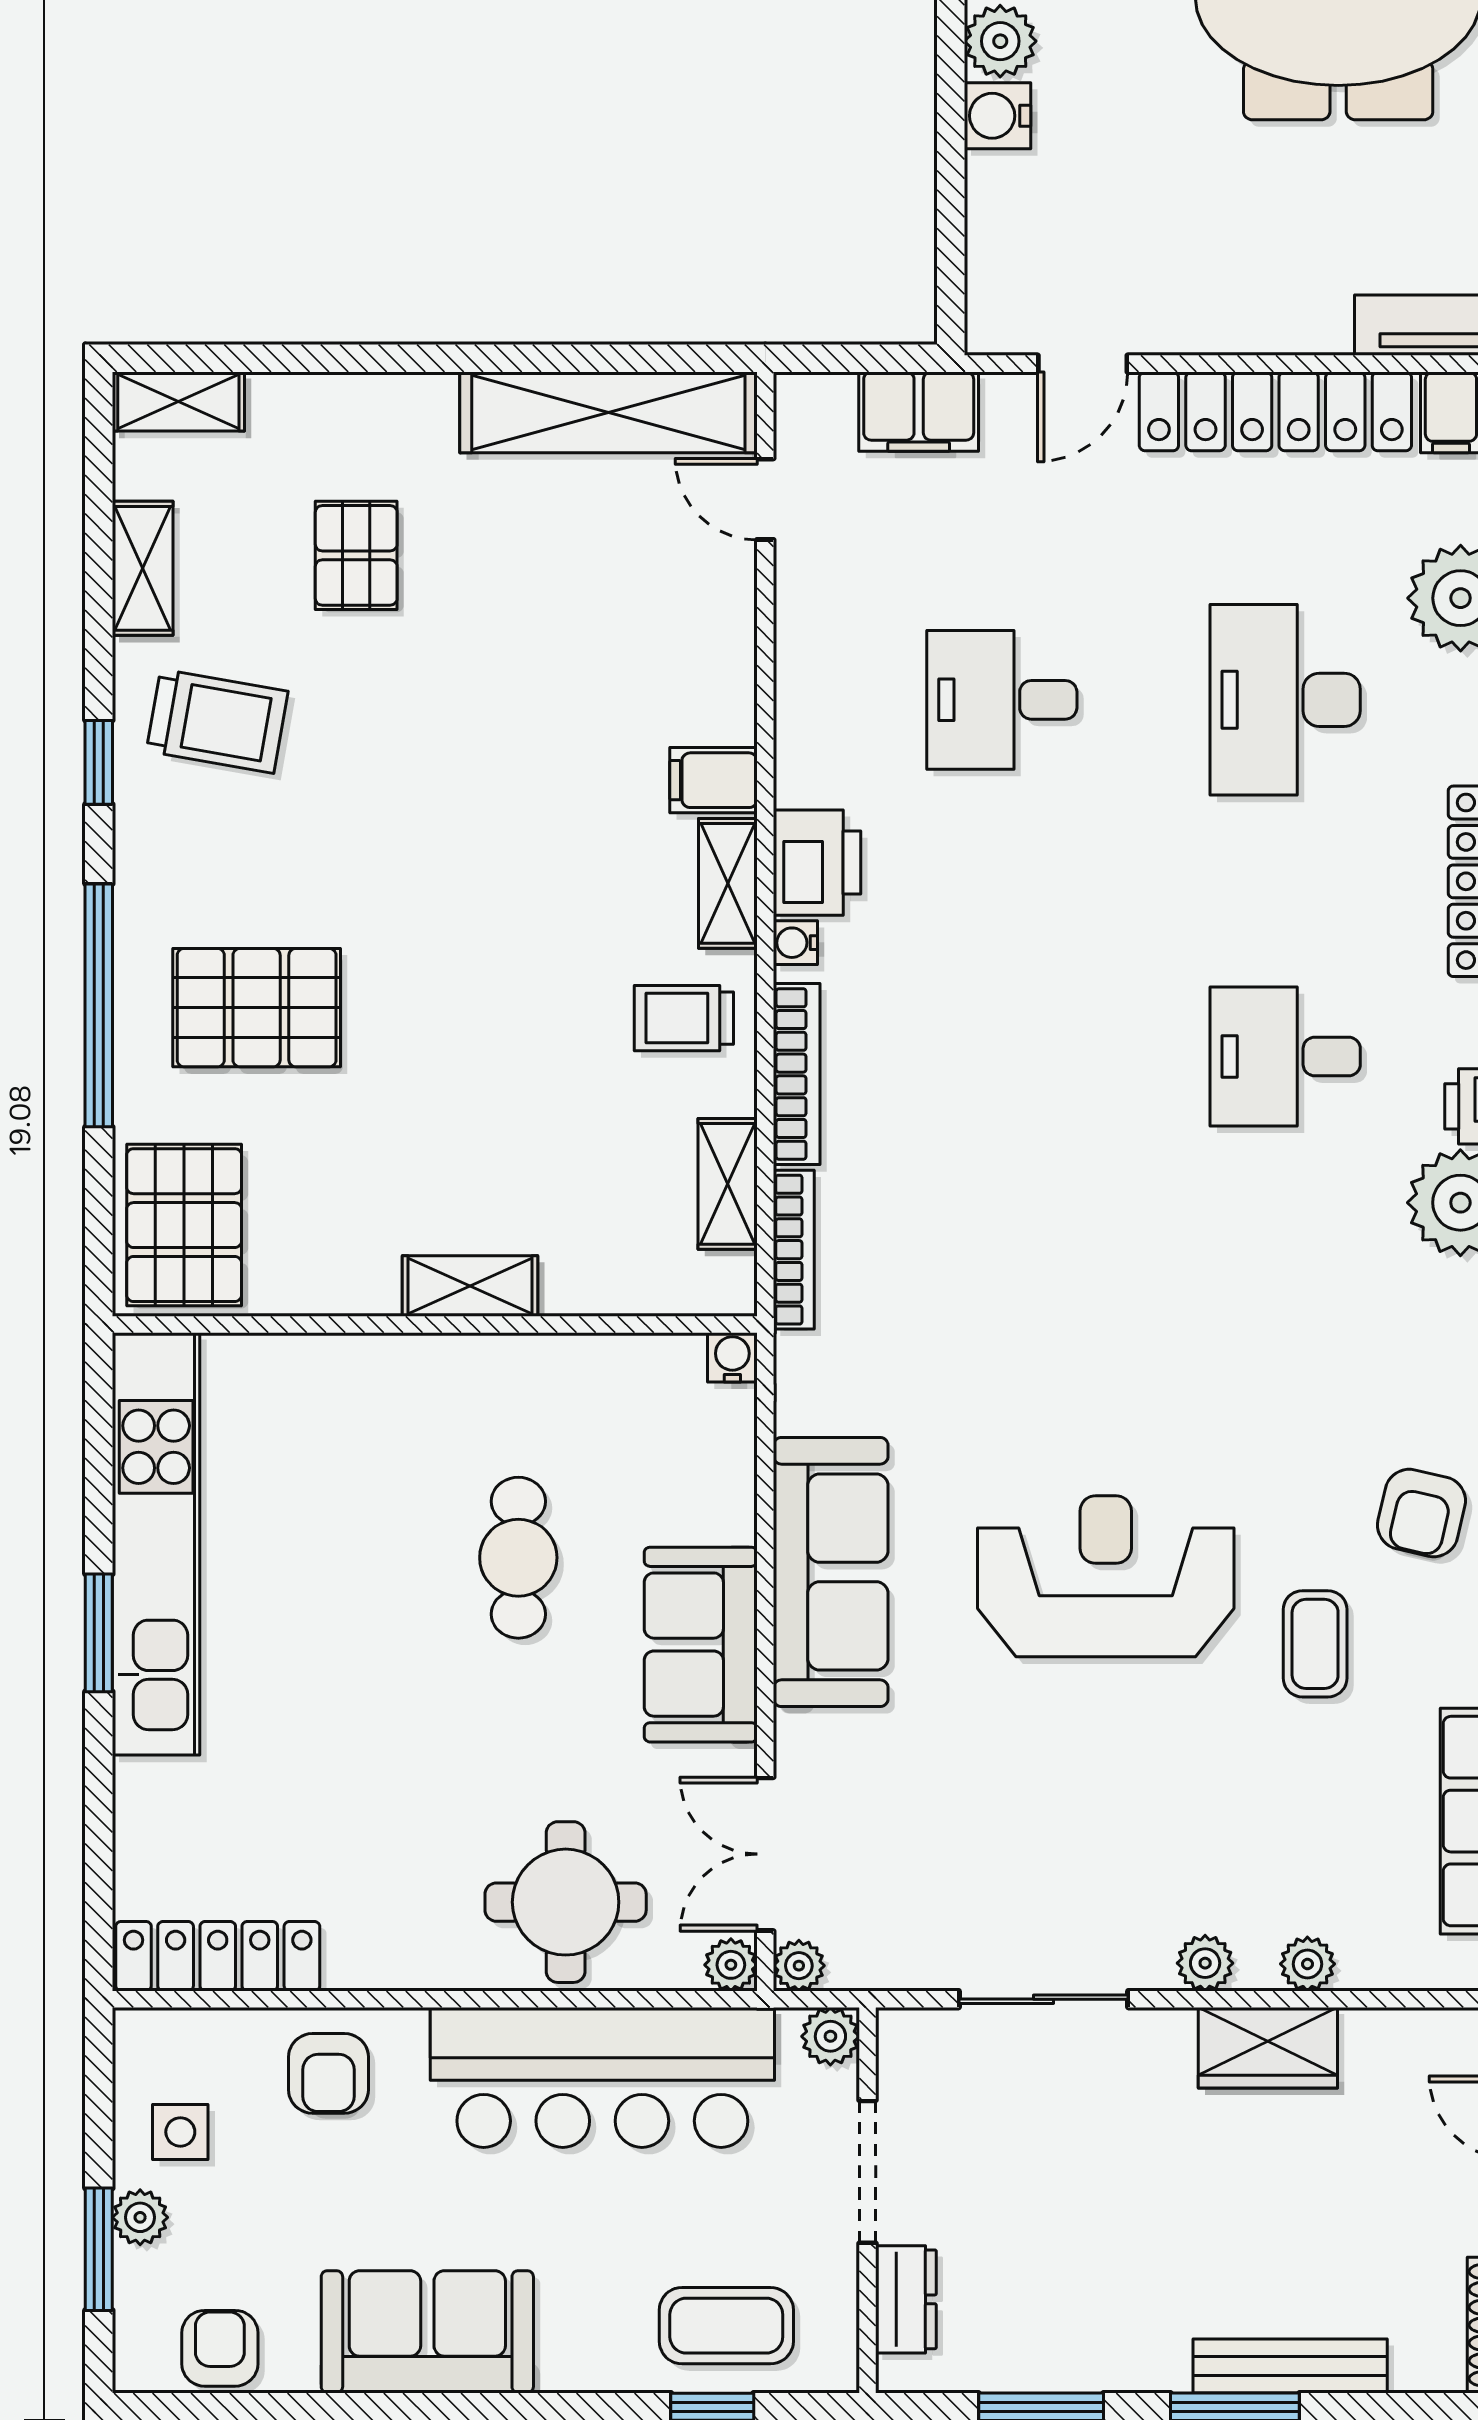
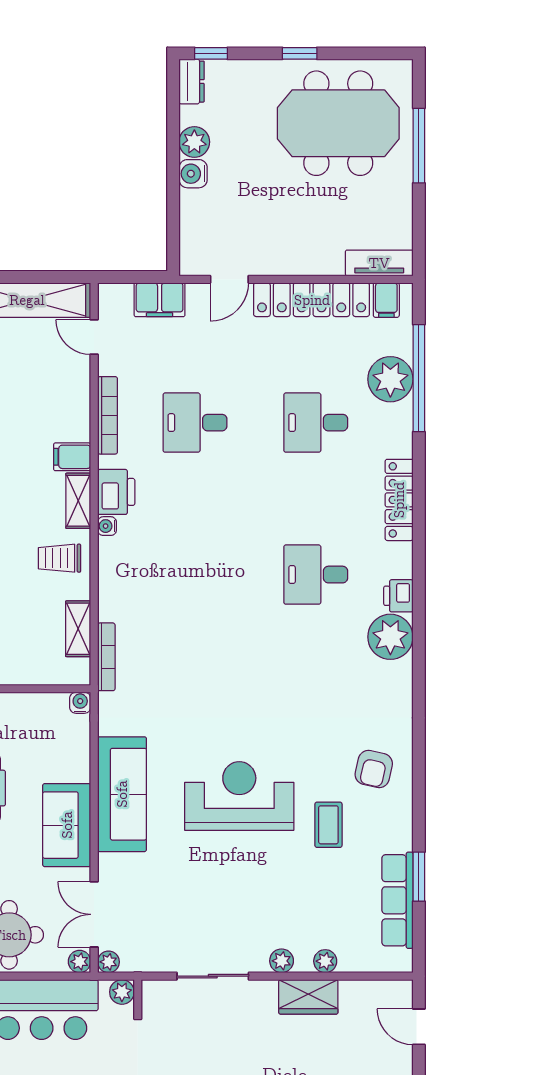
desk: (1285, 700) -> (316, 423), width x0.73
bookcase: (797, 1074) -> (108, 415), moved

